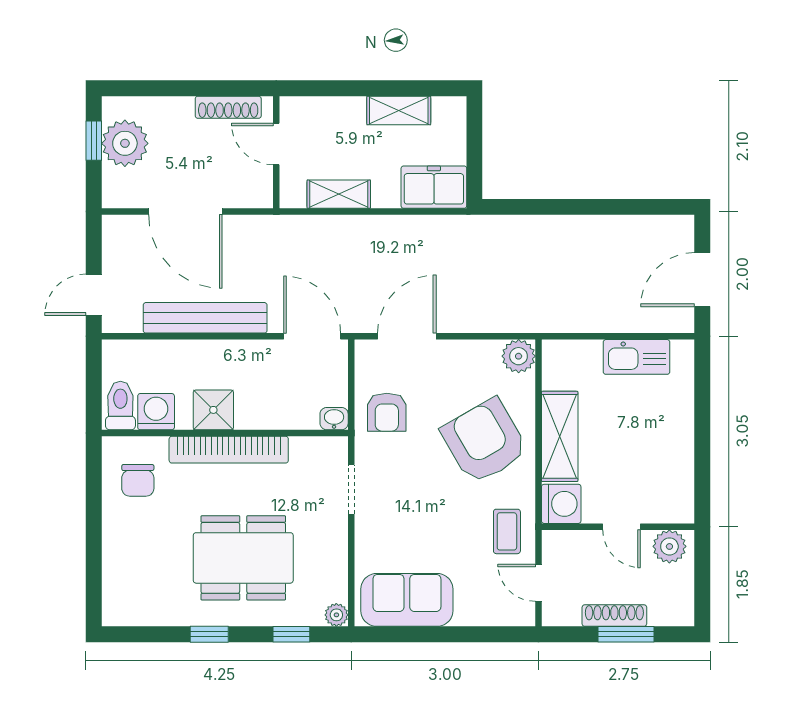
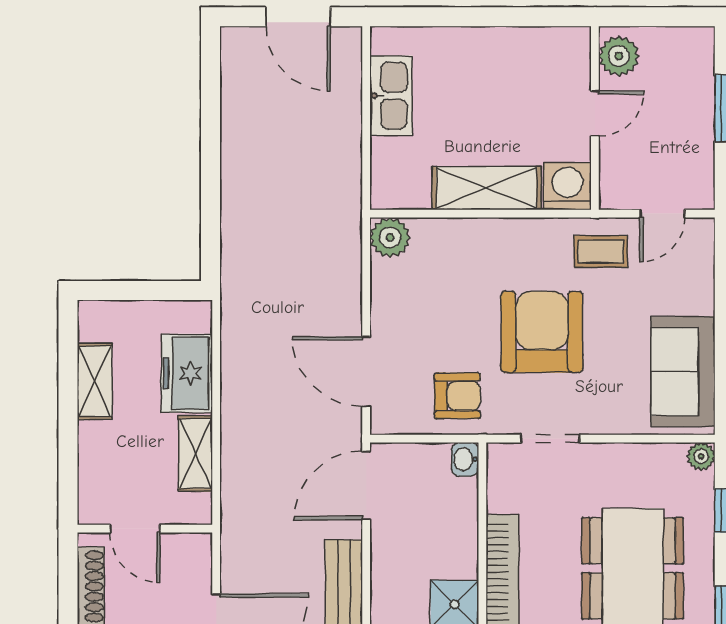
door: (276, 144) -> (135, 529), hinge flipped
freezer: (434, 187) -> (187, 373), moved
armchair: (485, 441) -> (542, 332), moved, turned 120
shoe rack: (614, 616) -> (702, 122), removed

